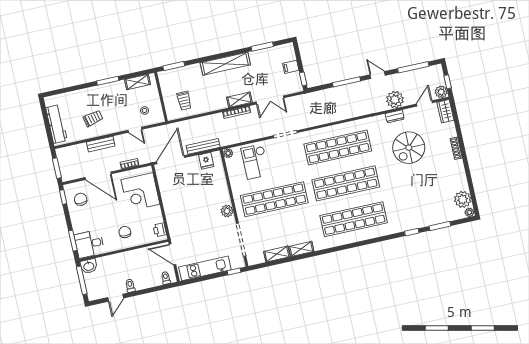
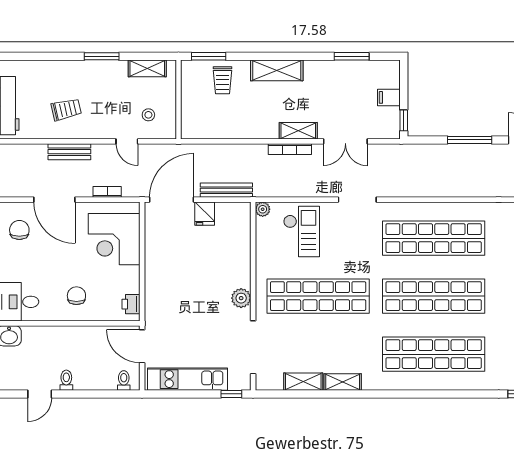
shelving: (225, 64) -> (277, 70), width x0.68
trolley: (184, 101) -> (222, 80), moved
fridge: (206, 161) -> (205, 214), moved
checkout: (255, 162) -> (301, 232), turned 180

